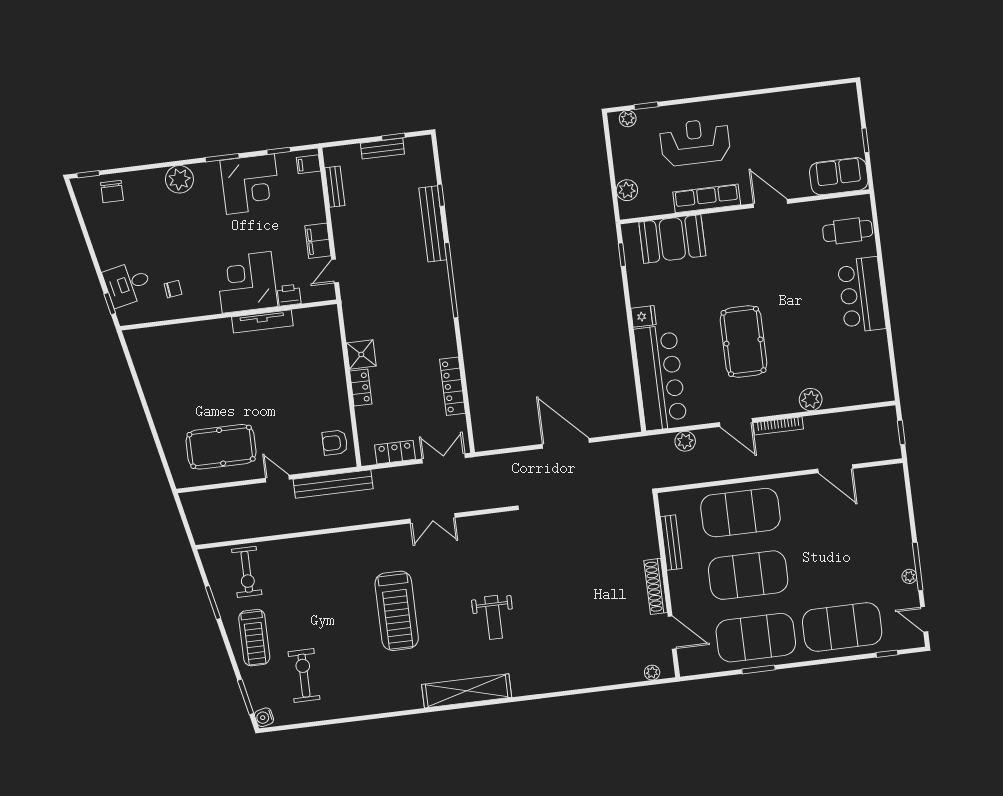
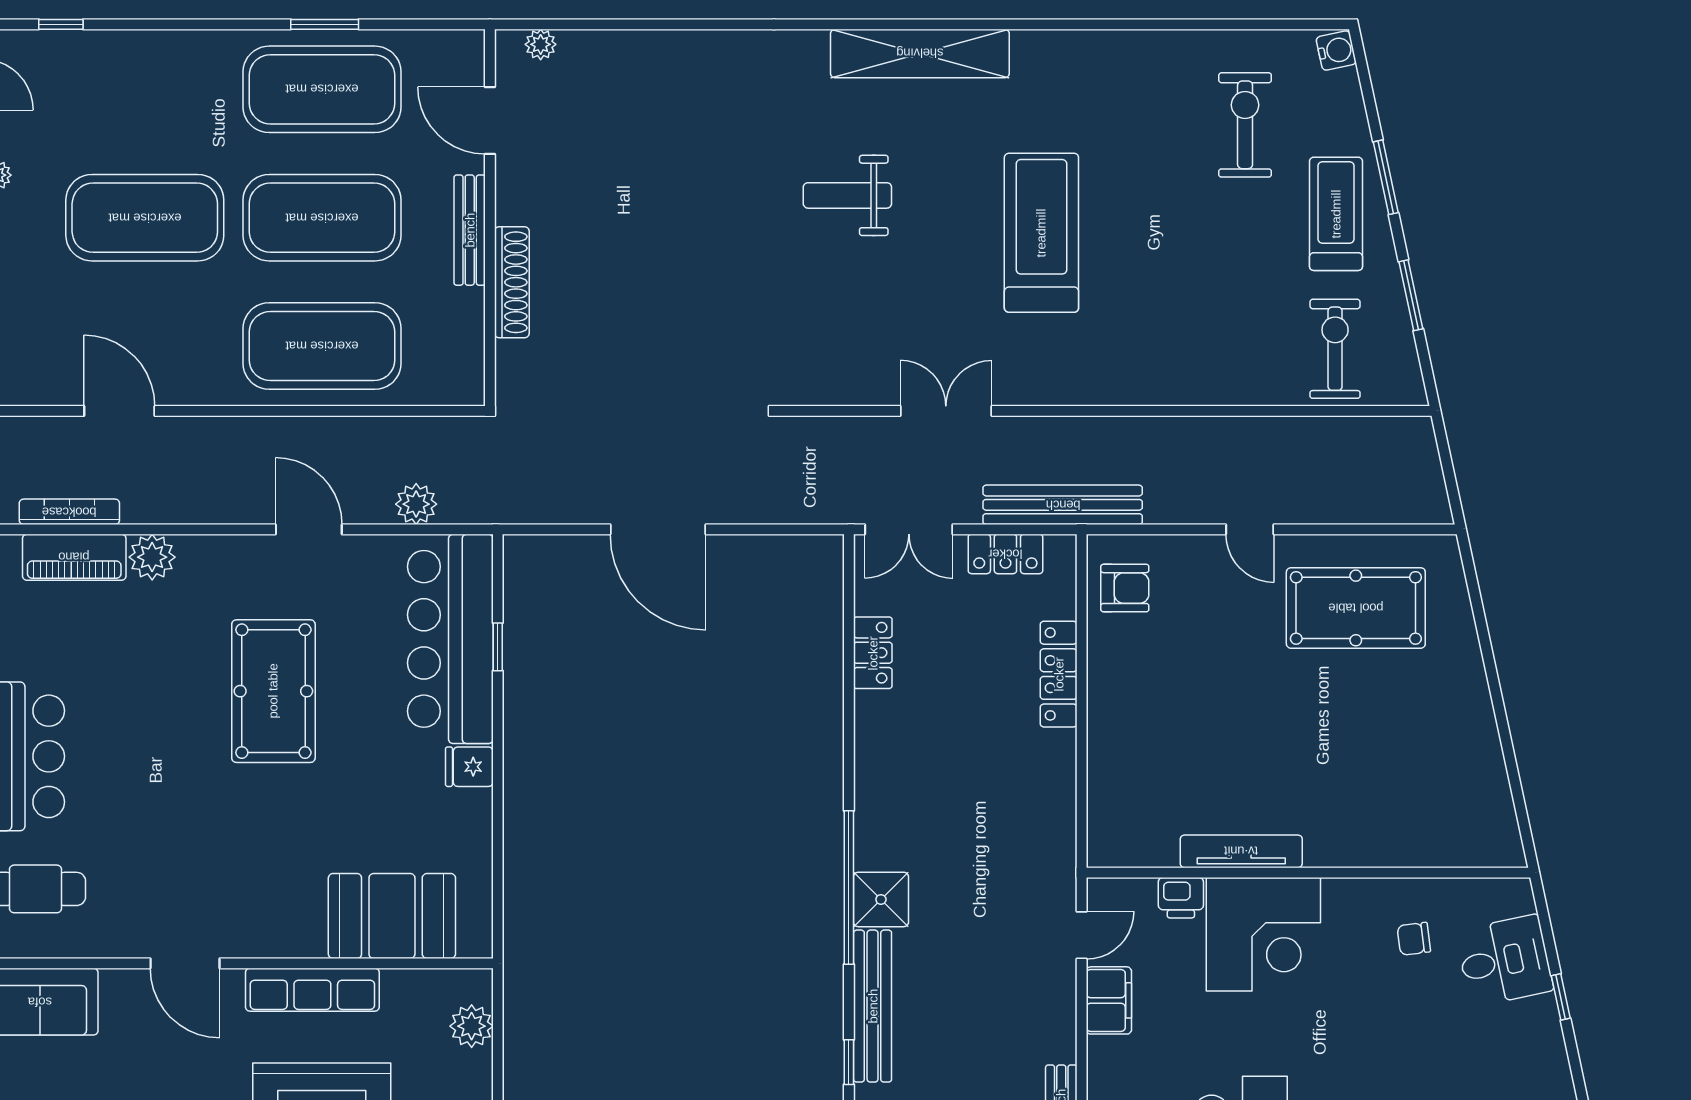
window: (622, 255) -> (498, 647), moved
window: (110, 304) -> (1561, 997), moved
shower: (361, 354) -> (881, 899), moved
locker: (453, 386) -> (873, 653), width x0.66
locker: (361, 388) -> (1059, 674), width x1.53
piano: (849, 395) -> (74, 557), added
bookcase: (778, 426) -> (69, 512), moved
bench: (333, 484) -> (1063, 505), moved
bench: (671, 543) -> (470, 230), moved
shoe rack: (656, 586) -> (512, 282), moved
weight bench: (493, 617) -> (847, 195), turned -90
exercise mat: (842, 627) -> (145, 218), moved
exercise bike: (304, 676) -> (1245, 125), turned 180
window: (246, 697) -> (1386, 177), moved

